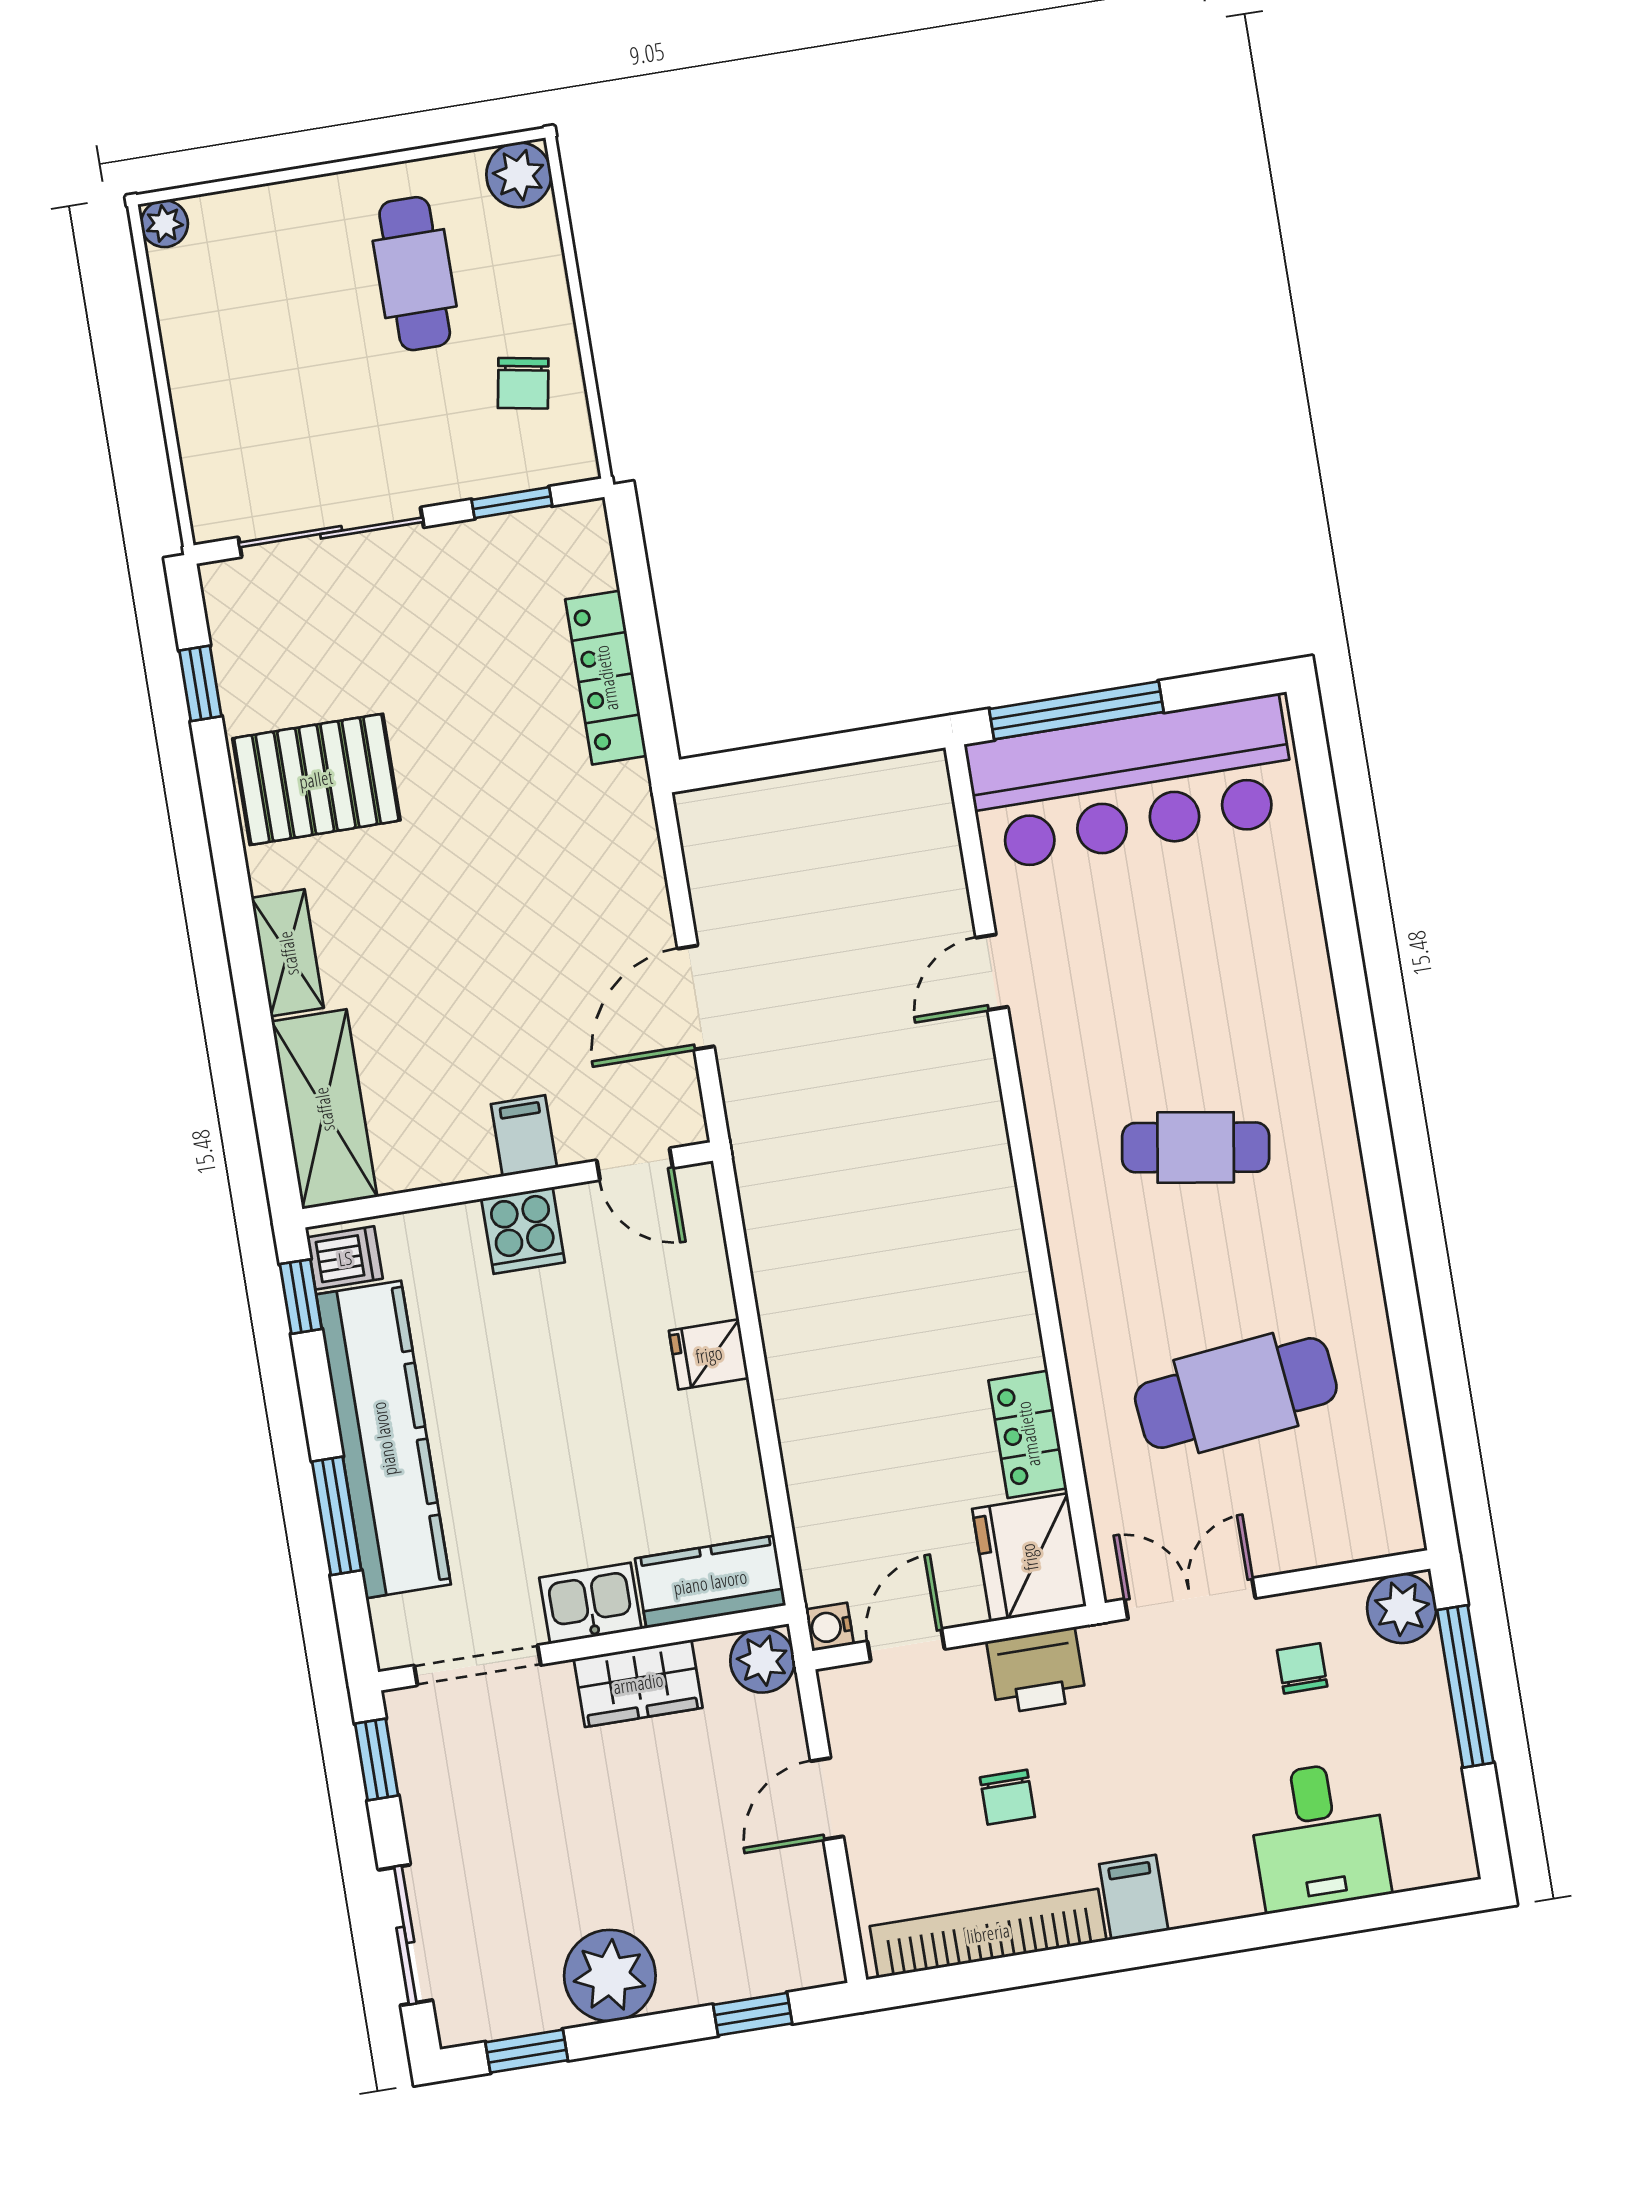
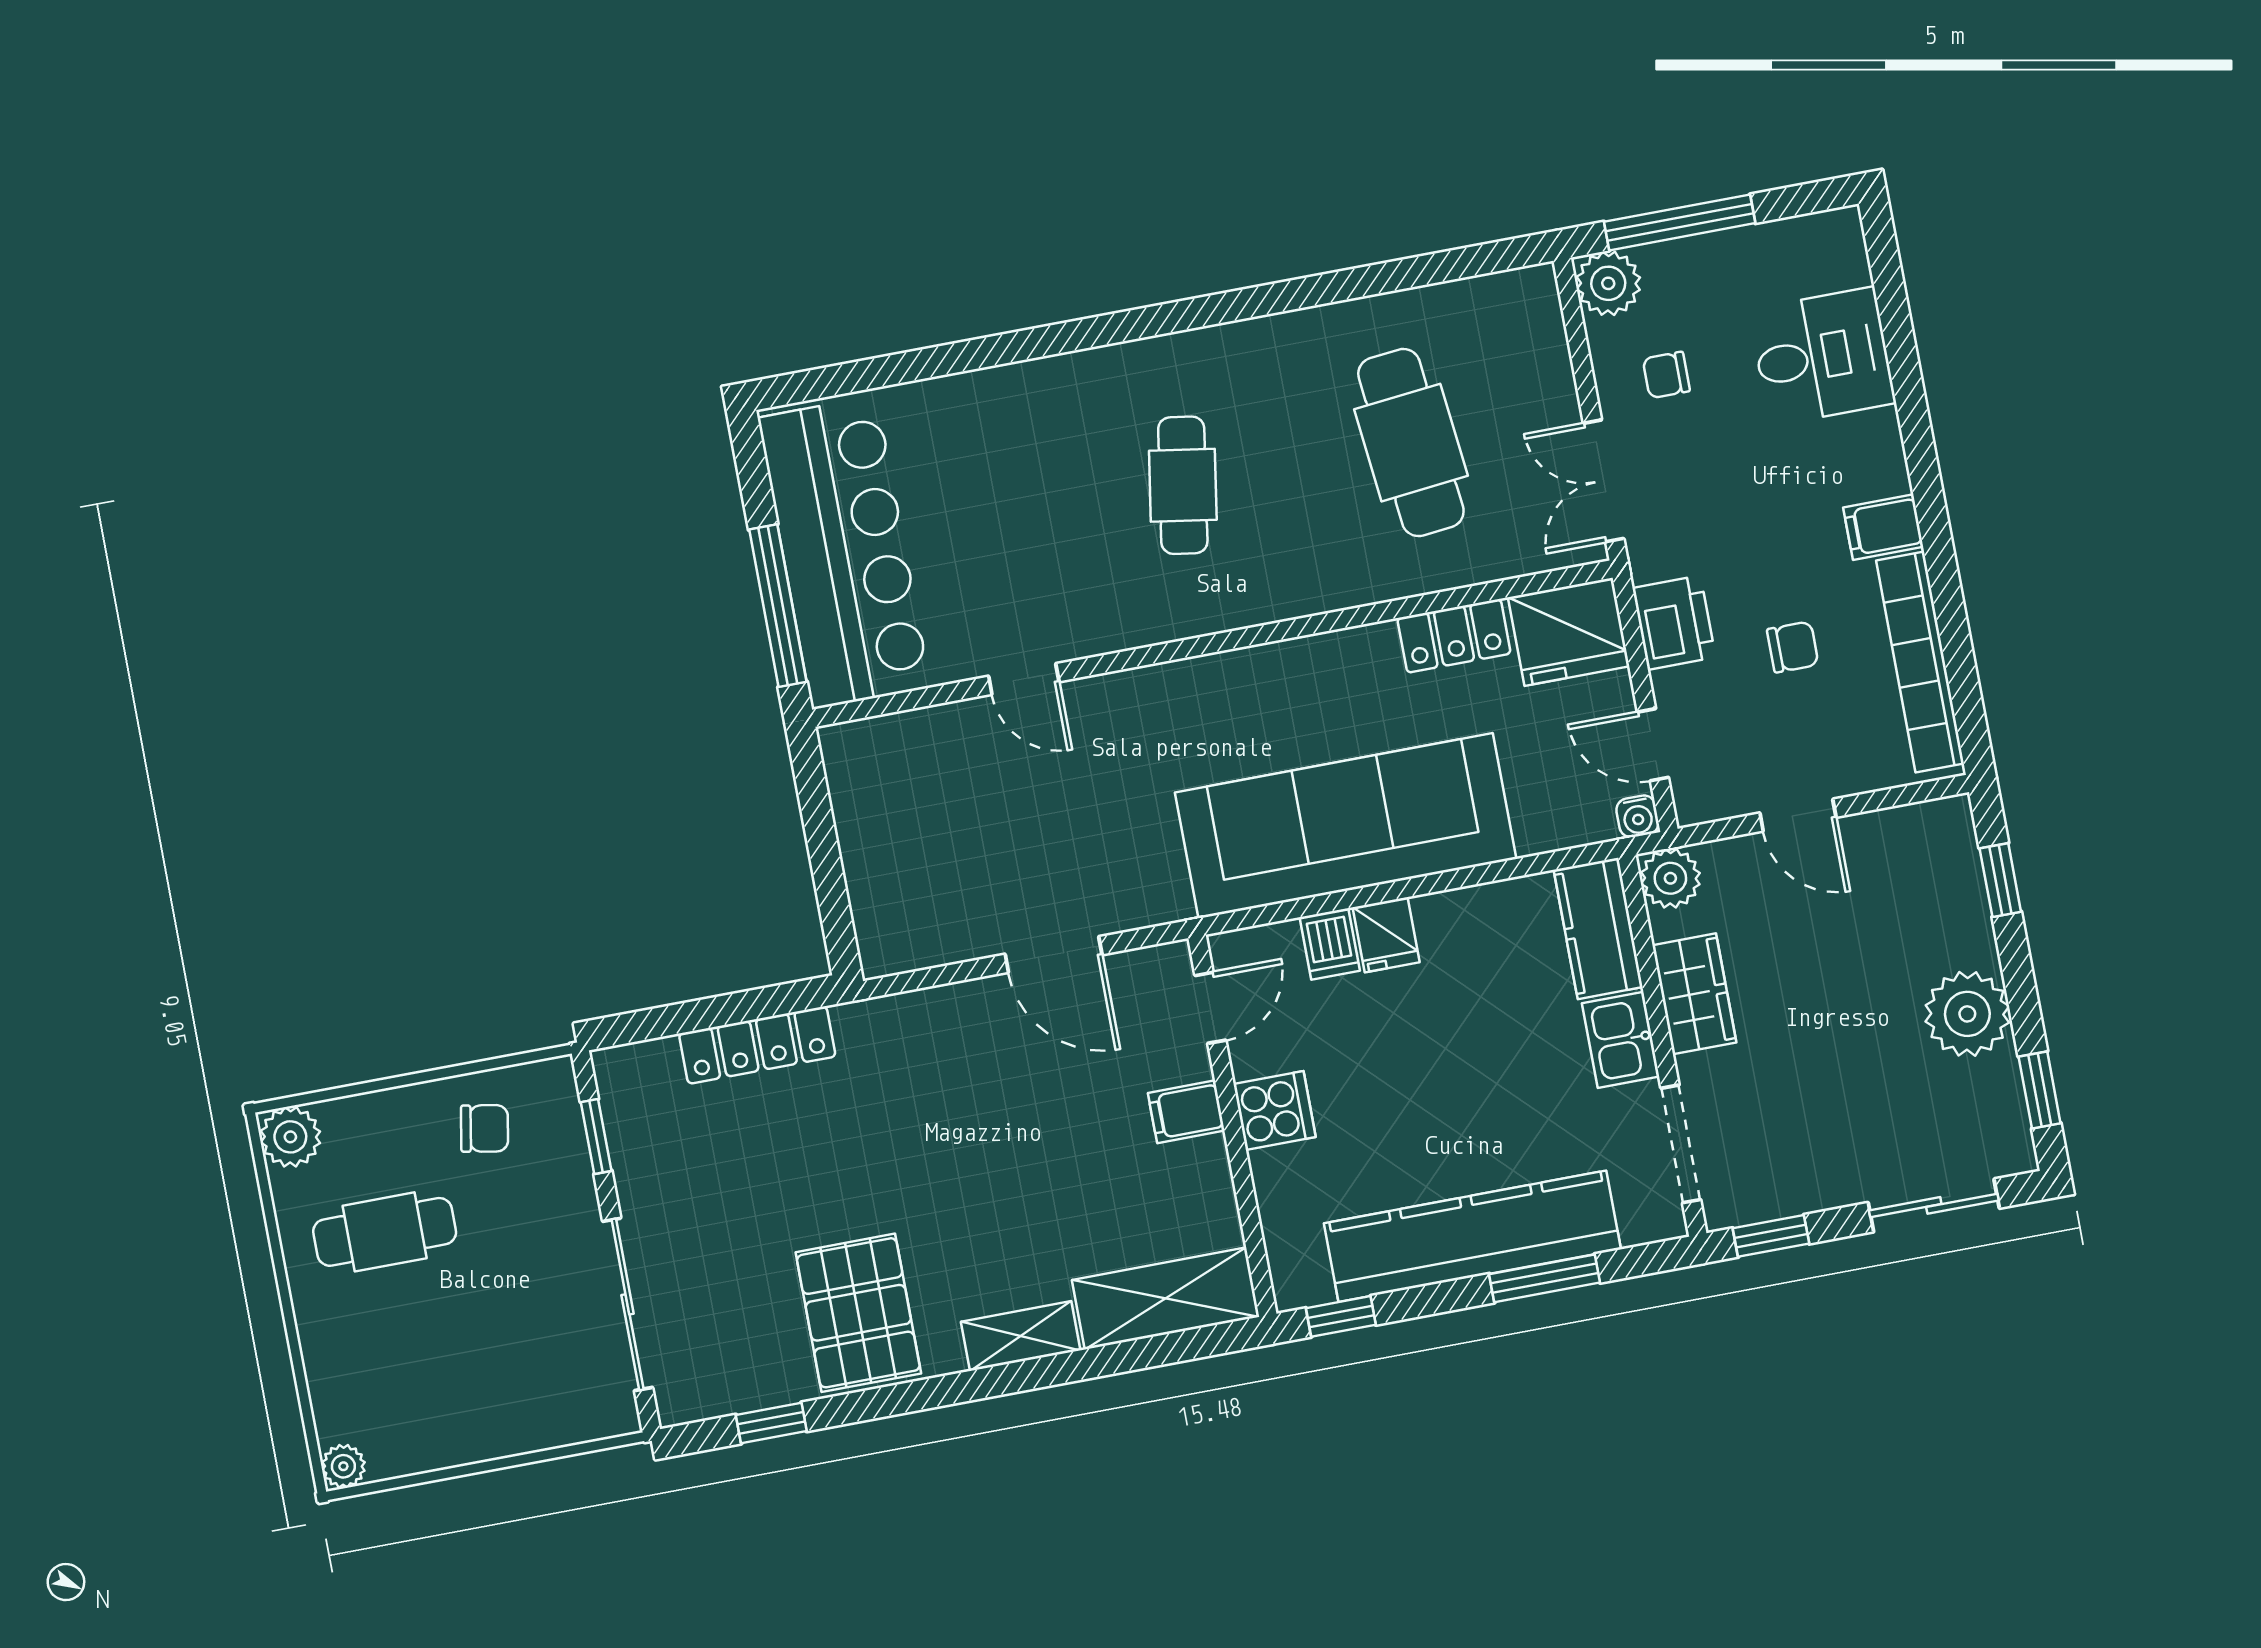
dishwasher: (345, 1258) -> (1330, 944), moved, turned 180
sofa: (827, 1314) -> (1346, 826), added

